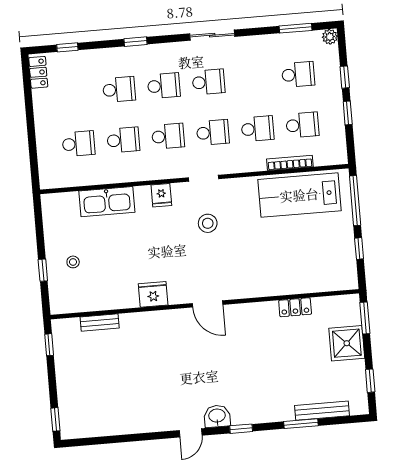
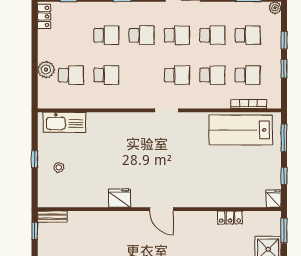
school desk: (168, 136) -> (212, 35), moved
plant: (46, 139) -> (46, 70), added
bookcase: (290, 163) -> (249, 104), moved
fridge: (161, 195) -> (274, 199), moved, turned 180
window: (355, 201) -> (284, 138), width x0.69
kitchen sink: (107, 202) -> (64, 122), moved
stool: (208, 223) -> (167, 146), removed
window: (43, 270) -> (35, 159), moved
bench: (100, 322) -> (52, 217), moved

